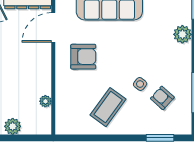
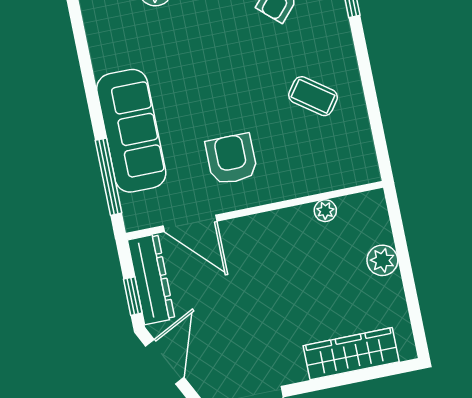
side table: (140, 84) -> (260, 47), removed
coffee table: (108, 107) -> (313, 96), width x0.73, depth x0.77

